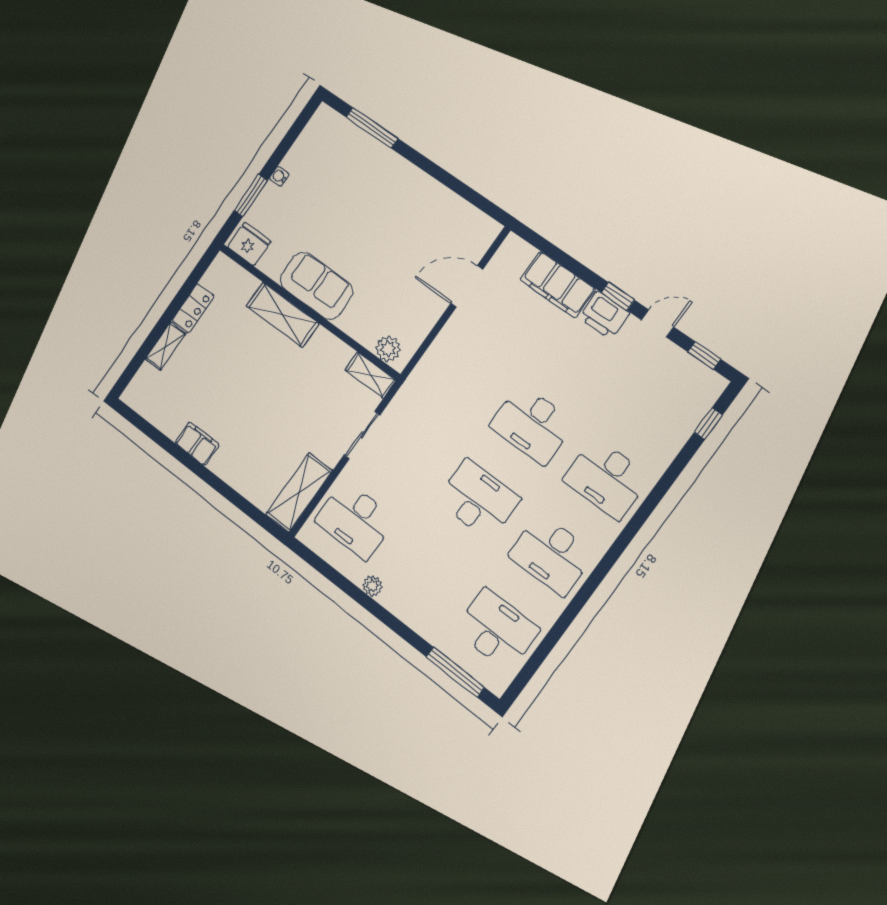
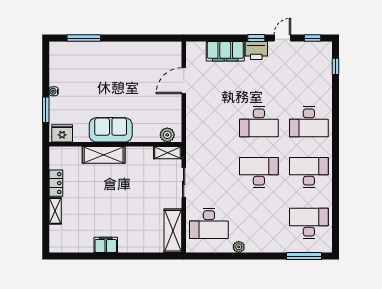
desk: (551, 554) -> (309, 172), turned 180

